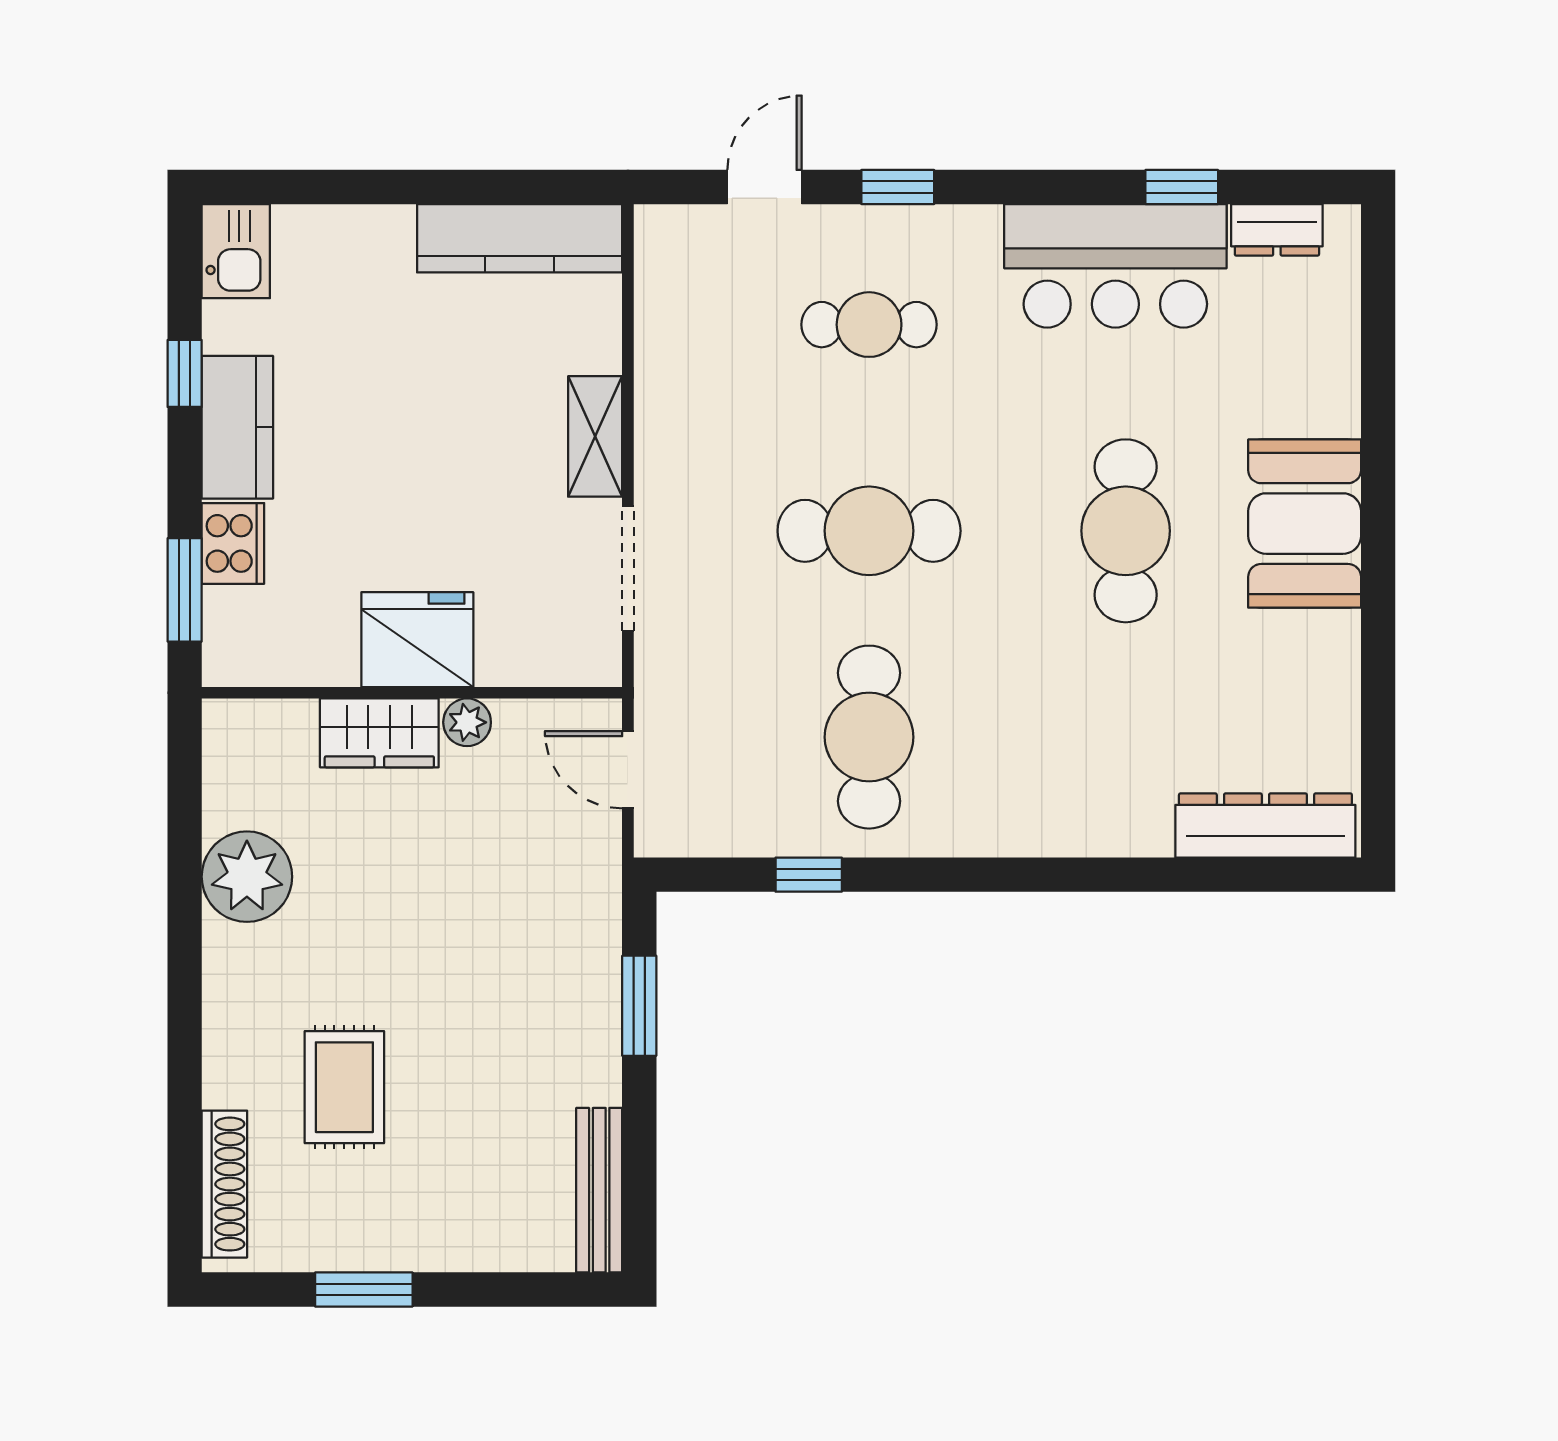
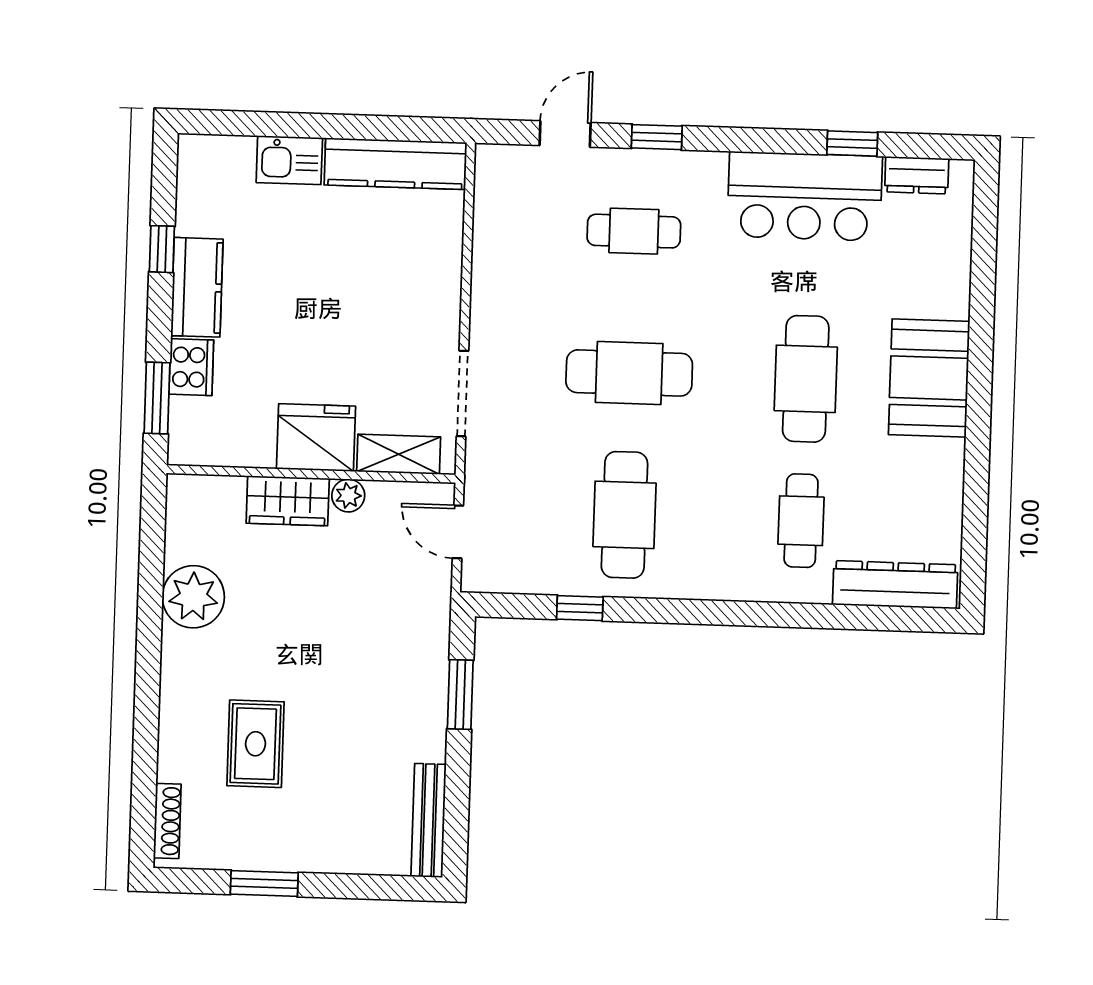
kitchen sink: (236, 251) -> (289, 160), moved, turned 90
shelving: (595, 436) -> (399, 454), moved, turned 90
cafe table: (1126, 737) -> (801, 521), added
shoe rack: (224, 1184) -> (167, 821), width x0.74, depth x0.81

